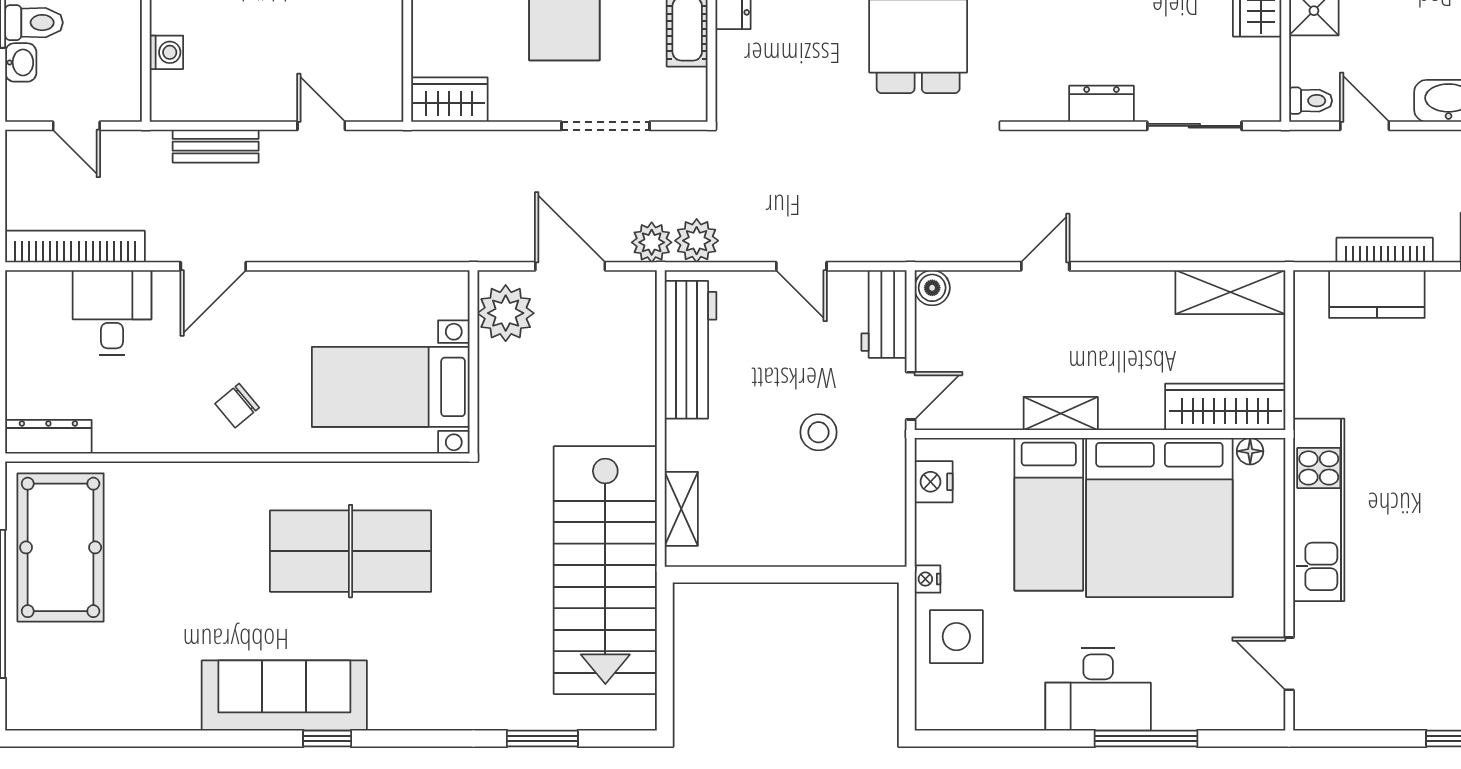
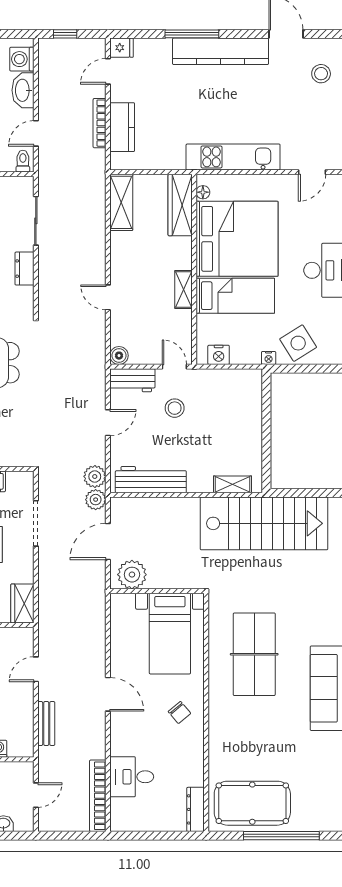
door: (213, 266) -> (108, 694), moved
stool: (818, 432) -> (175, 408), moved
side table: (956, 637) -> (298, 343), turned -32

